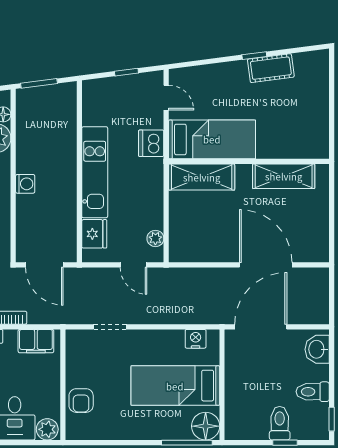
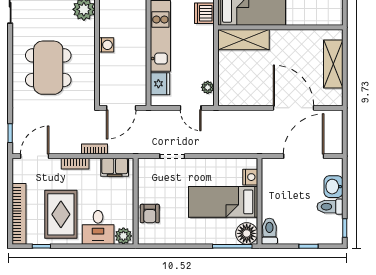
shelving: (284, 176) -> (333, 64), moved, turned 90
door: (44, 265) -> (121, 108), hinge flipped
door: (261, 327) -> (304, 156), moved
nightstand: (196, 339) -> (250, 177), moved, turned 90
washbasin: (317, 349) -> (333, 187), moved
toilet: (280, 423) -> (269, 231), moved

